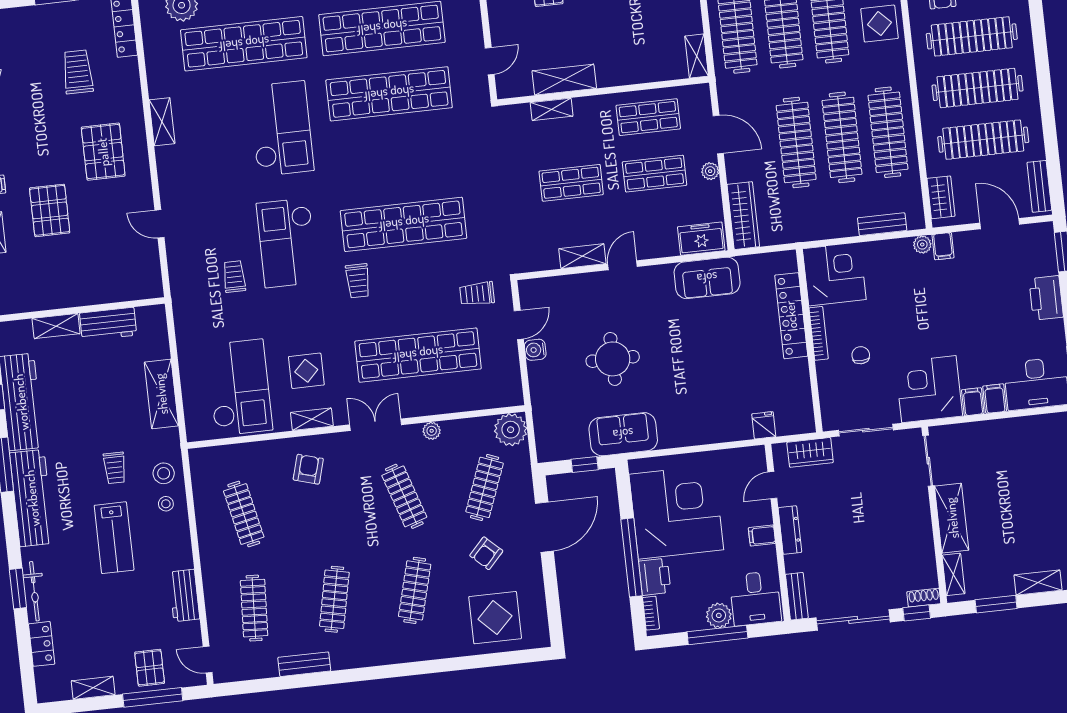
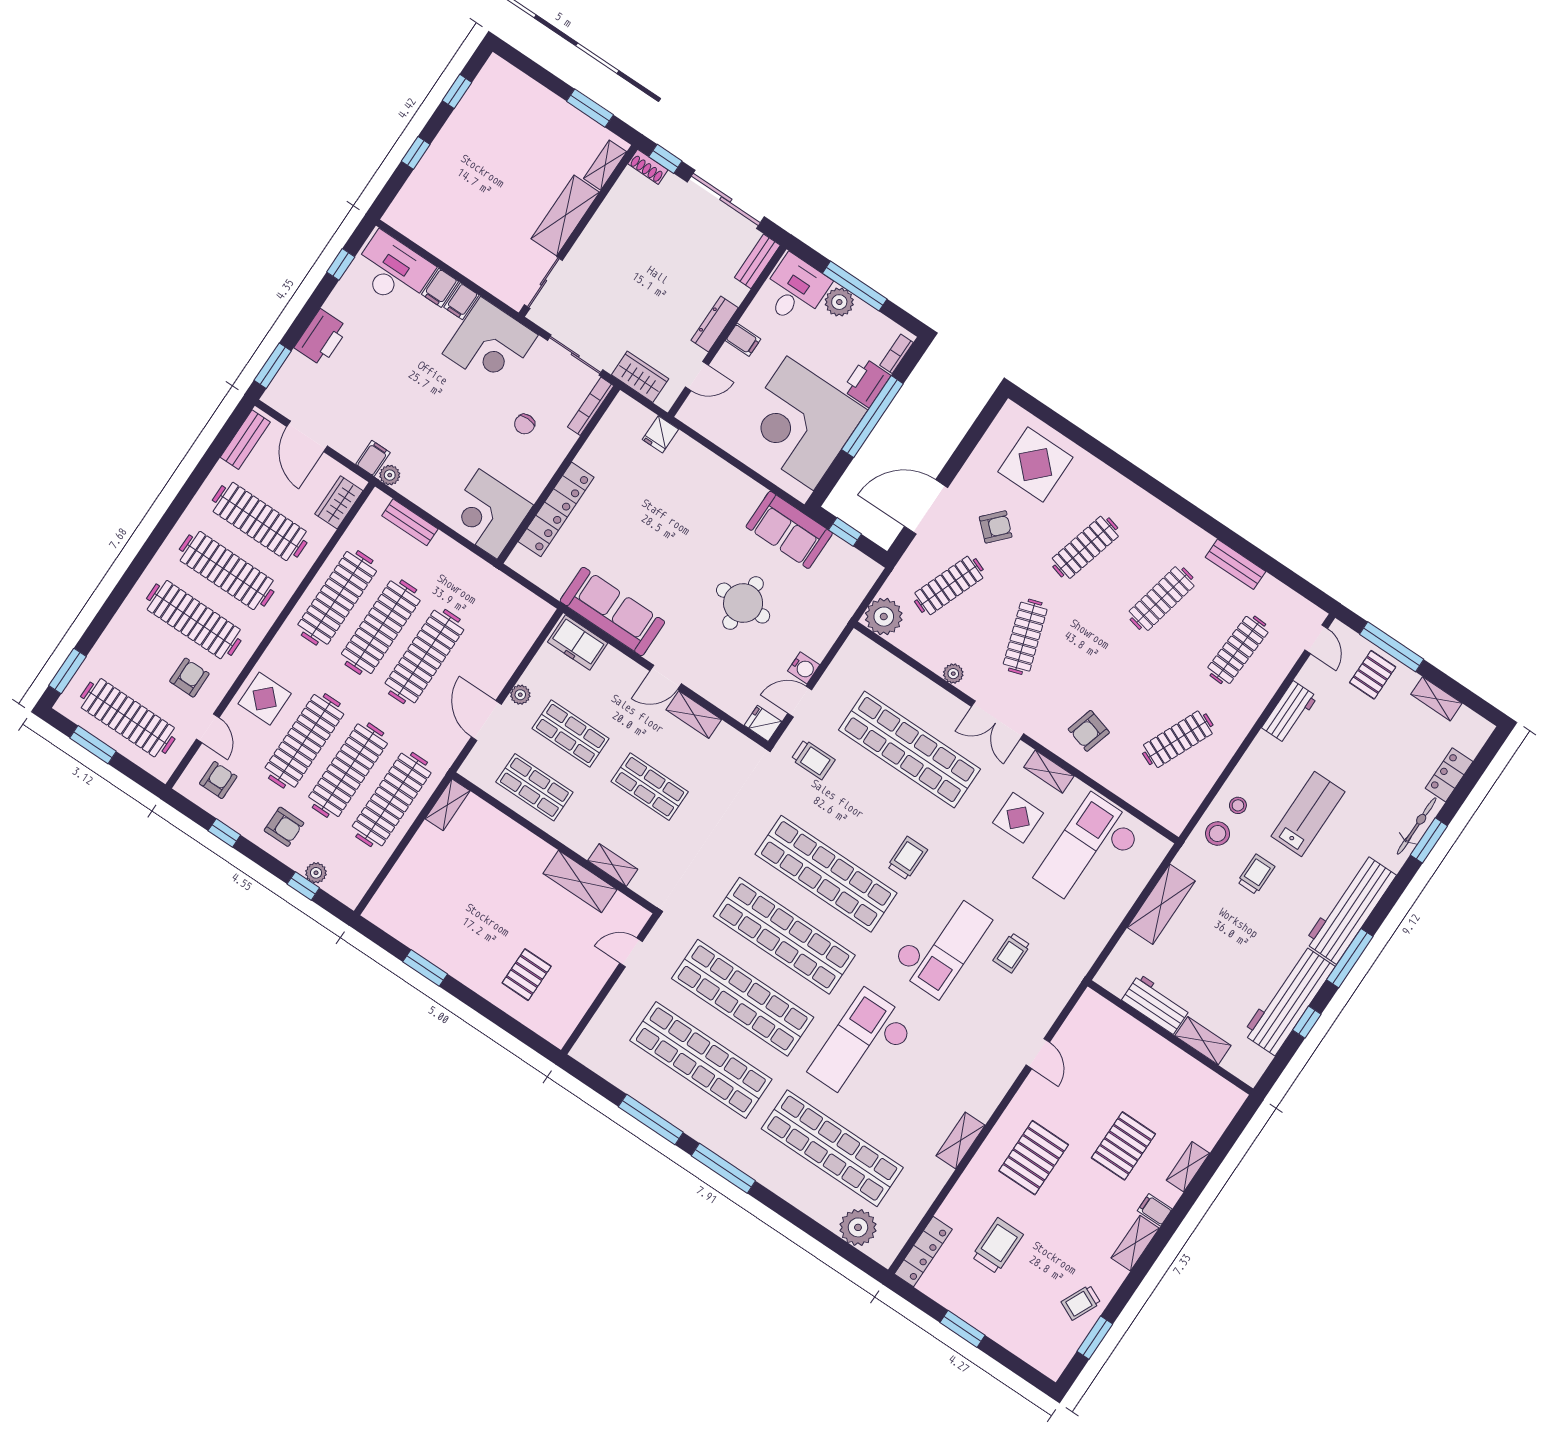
trolley: (78, 72) -> (997, 1246), turned 180
shop shelf: (396, 159) -> (784, 936), added
wardrobe: (743, 216) -> (524, 632), removed
sofa: (707, 278) -> (612, 611), width x1.36
fridge: (531, 289) -> (763, 723), added
bookcase: (819, 333) -> (591, 406), moved
clothes rail: (244, 514) -> (1178, 739), turned 36
shelving: (1038, 583) -> (538, 96), removed

